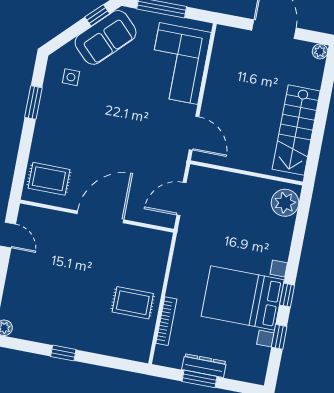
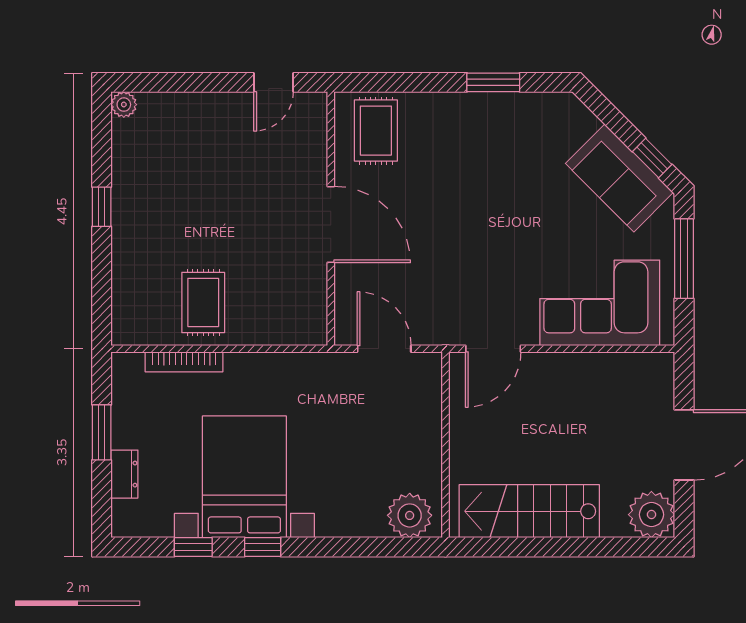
plant: (320, 51) -> (651, 515), width x1.88, depth x1.88
side table: (71, 77) -> (545, 135), removed
dresser: (204, 366) -> (124, 474), moved, width x0.70

